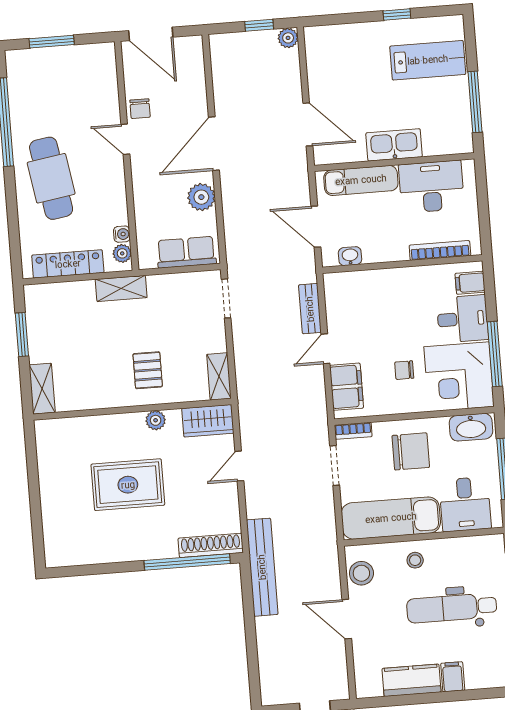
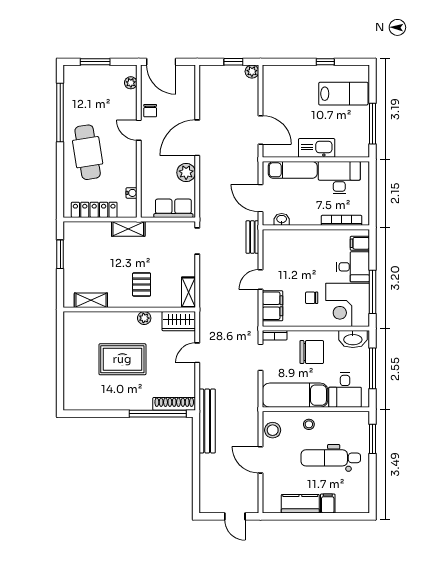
plant: (122, 253) -> (131, 83), moved
bench: (310, 309) -> (252, 237), moved
shelving: (42, 389) -> (91, 300), moved, turned 90

